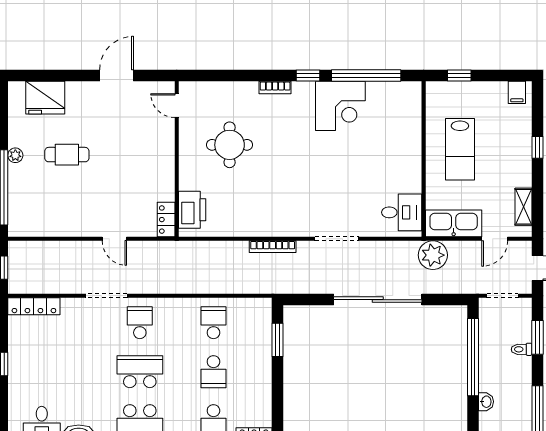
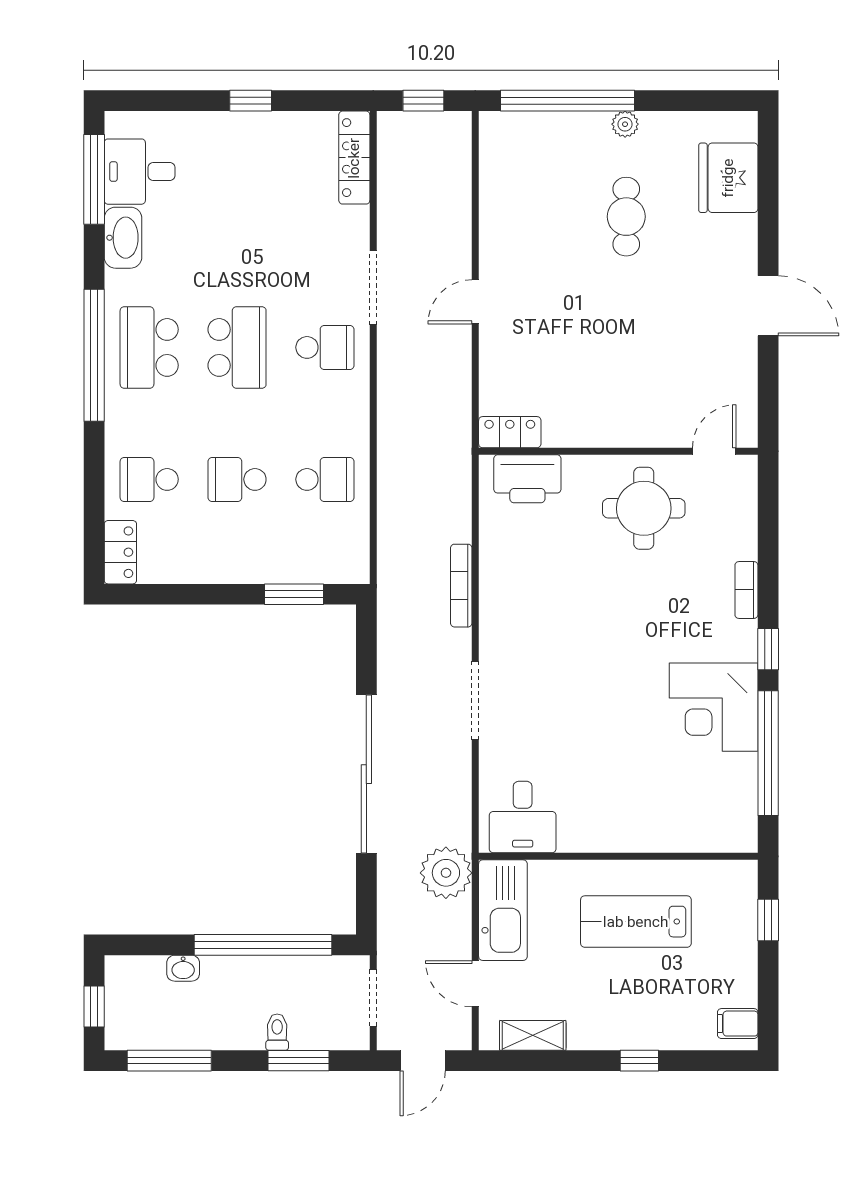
door: (177, 106) -> (714, 451), moved
wall: (177, 159) -> (618, 451), moved
printer: (192, 210) -> (527, 479), moved
locker: (166, 220) -> (510, 432), moved

